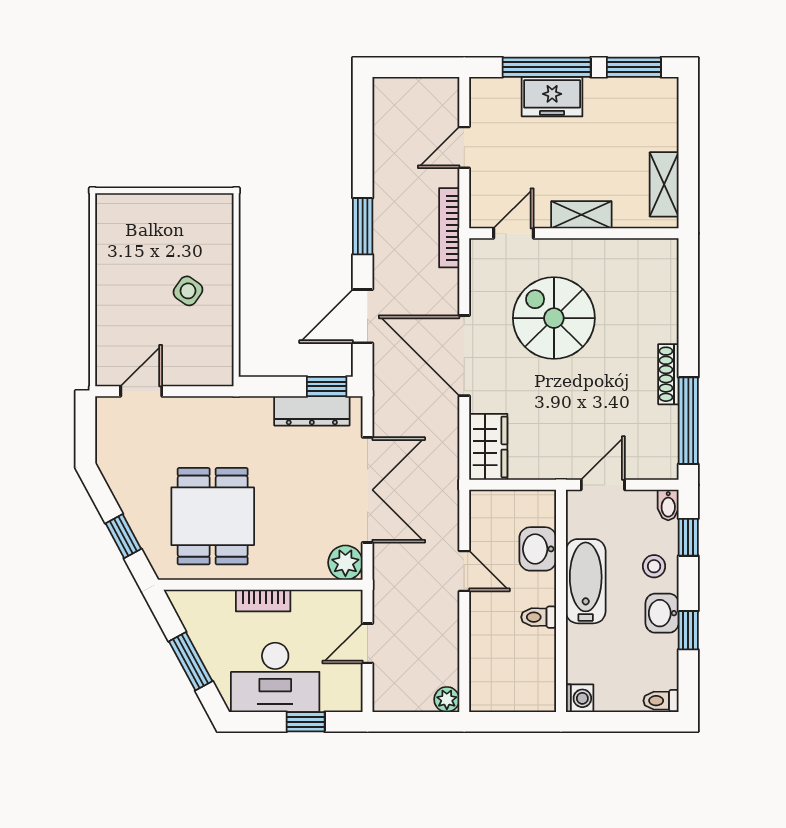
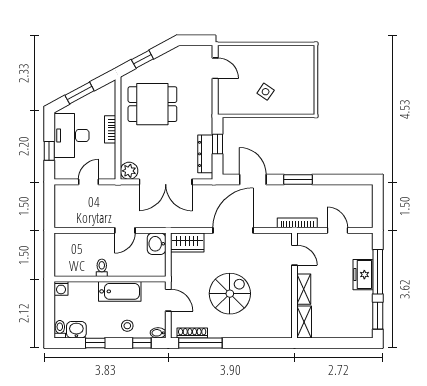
shelving: (664, 184) -> (304, 322), moved, turned 90
spiral stairs: (554, 318) -> (230, 294), moved
shoe rack: (668, 374) -> (192, 333), moved
window: (327, 386) -> (218, 144), moved
washbasin: (538, 549) -> (157, 244), moved, turned -90
washbasin: (662, 613) -> (76, 330), moved
door: (367, 643) -> (89, 182), hinge flipped
plant: (447, 699) -> (60, 222), removed

